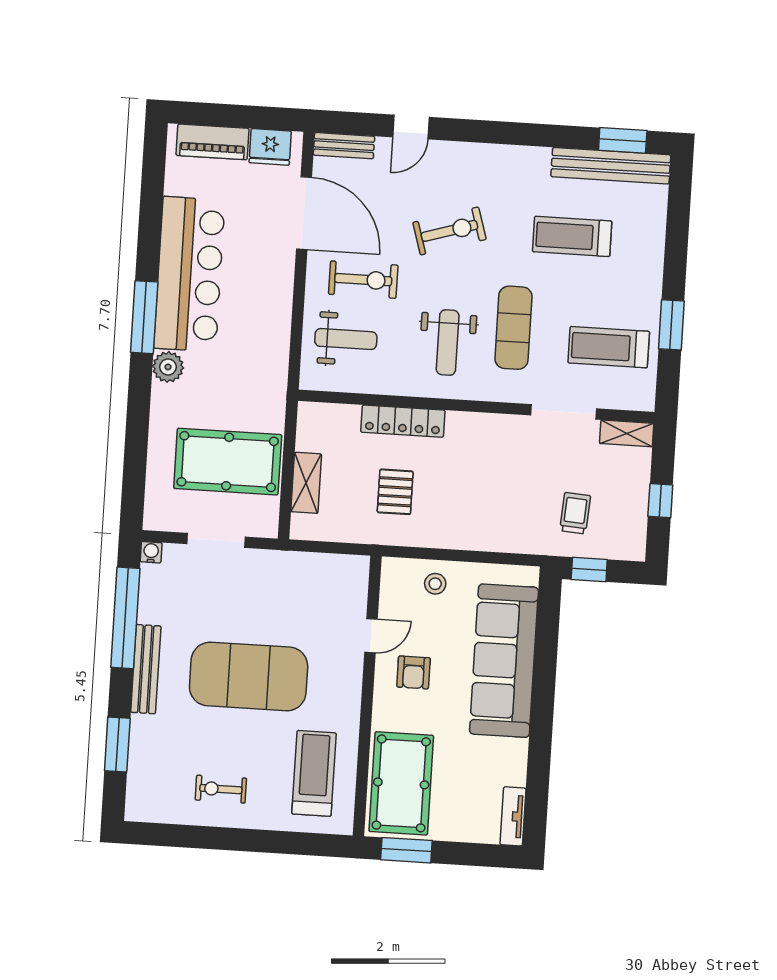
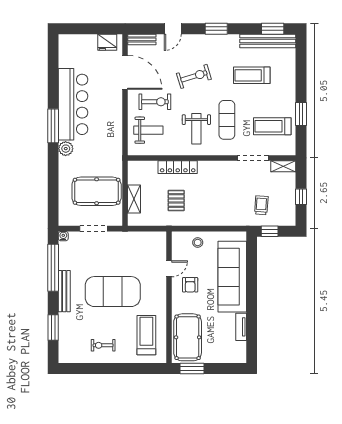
window: (503, 133) -> (216, 29), added
piano: (213, 142) -> (80, 42), removed
tv unit: (513, 816) -> (241, 327), moved

